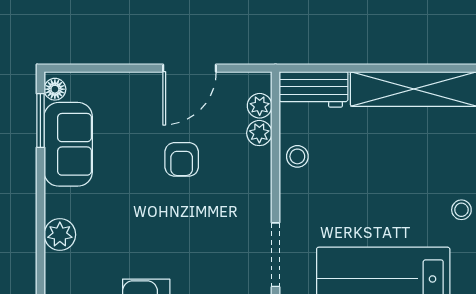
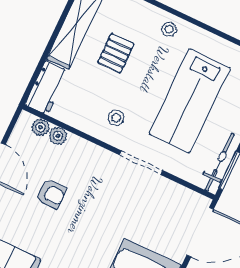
stool: (297, 156) -> (116, 118), moved
pallet: (399, 157) -> (116, 53), added

